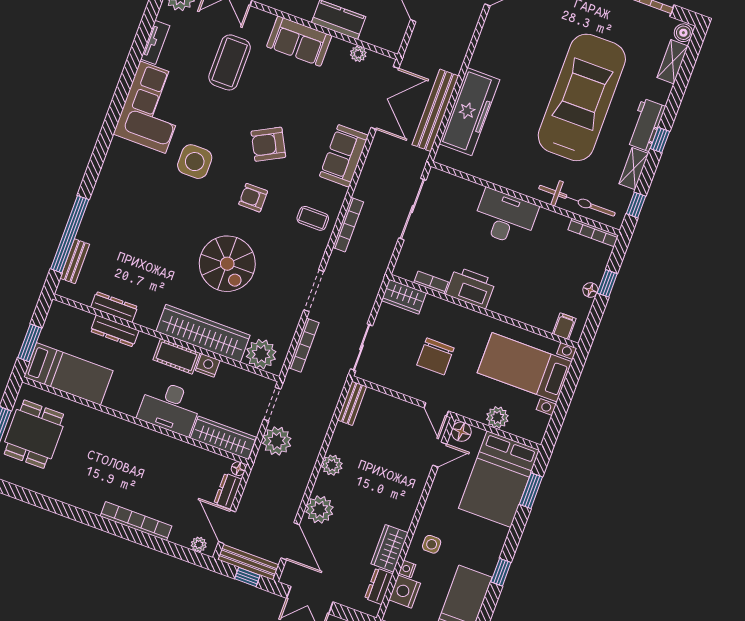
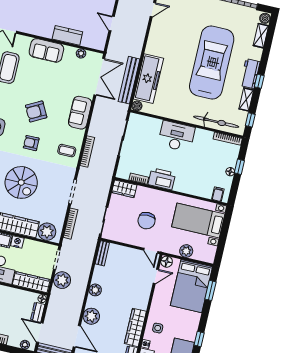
boiler: (443, 156) -> (137, 106), added
wardrobe: (390, 548) -> (135, 327), width x1.50

